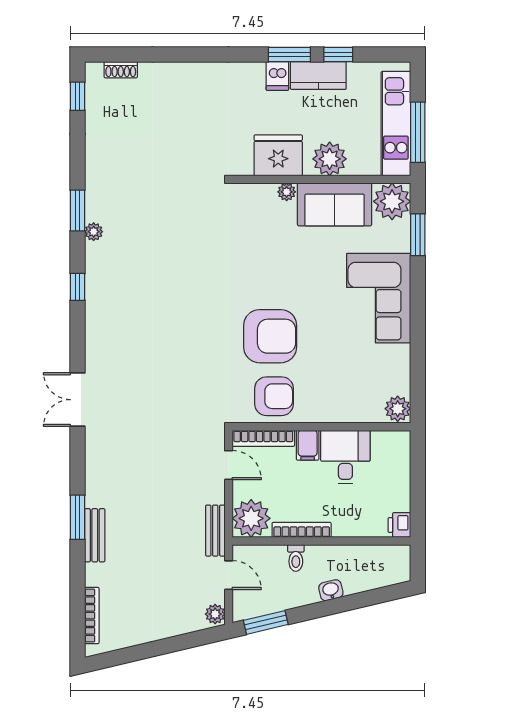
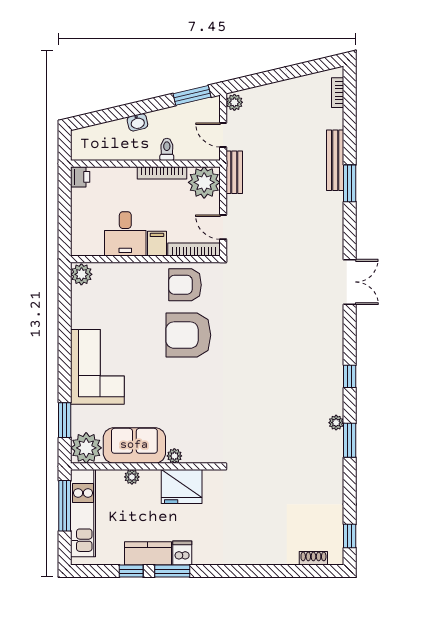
plant: (330, 159) -> (132, 477), width x0.53, depth x0.53
bench: (95, 535) -> (335, 160), width x1.36
bookcase: (92, 616) -> (338, 93), width x0.64

